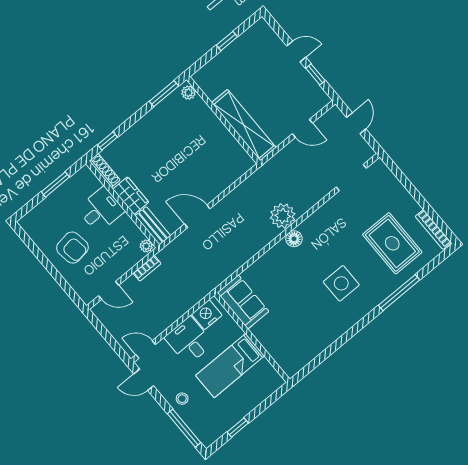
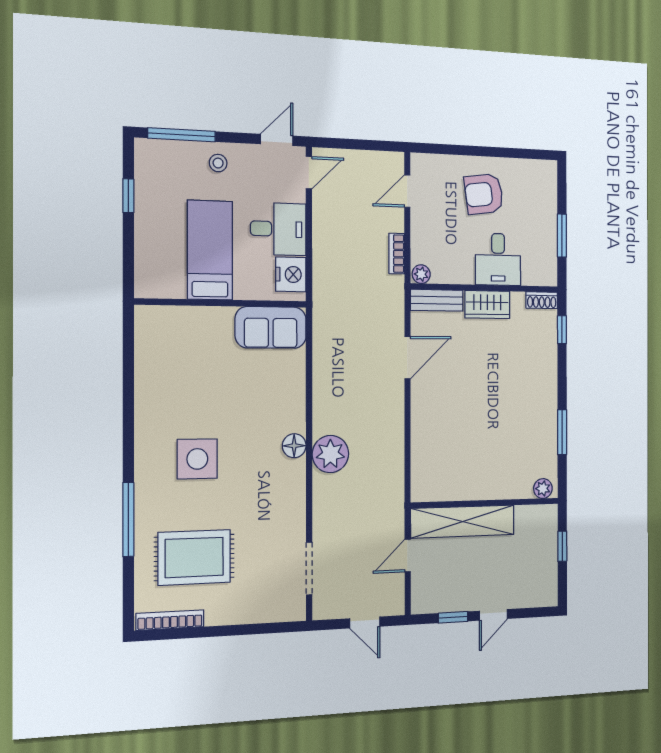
plant: (188, 93) -> (543, 489), moved
wall: (223, 120) -> (485, 503), moved
shelving: (244, 125) -> (463, 522), moved
shoe rack: (105, 170) -> (542, 300), width x0.70

